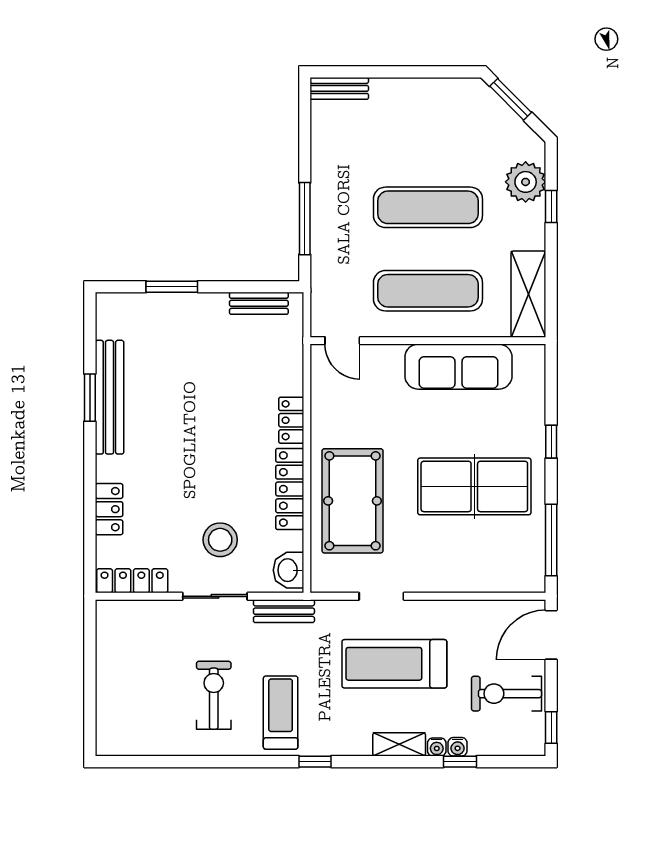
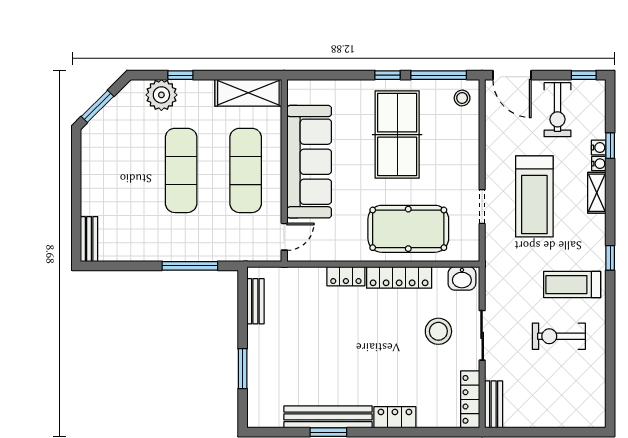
sofa: (458, 367) -> (309, 162), width x1.36, depth x1.27
window: (551, 442) -> (388, 75), moved
locker: (109, 509) -> (395, 417), moved
stool: (522, 570) -> (462, 98), added
bench: (284, 611) -> (494, 404), moved

